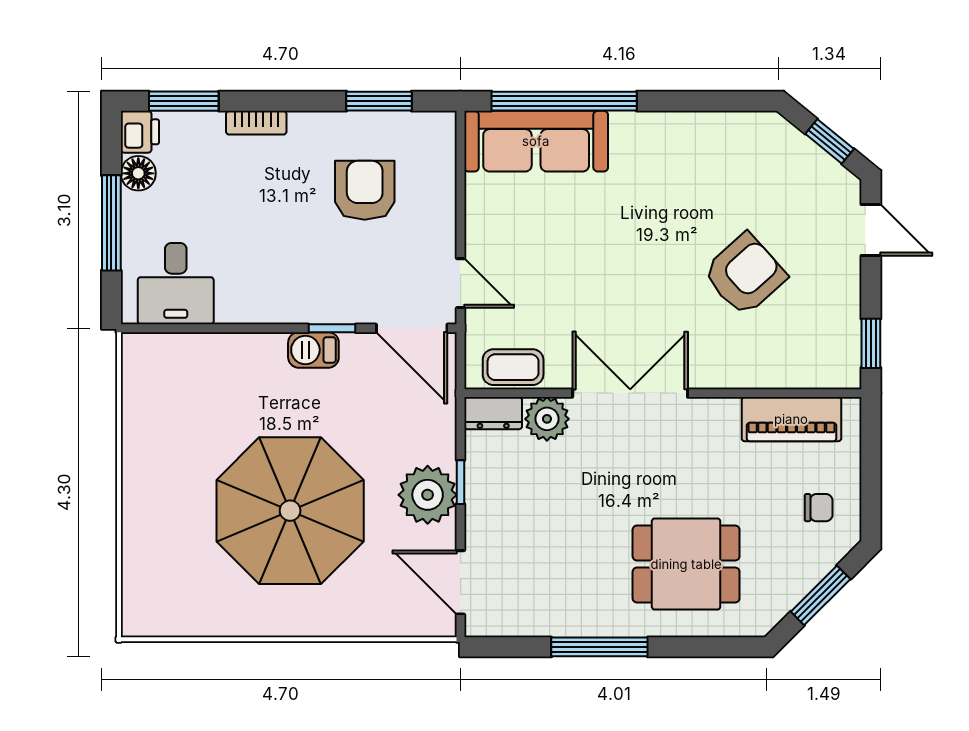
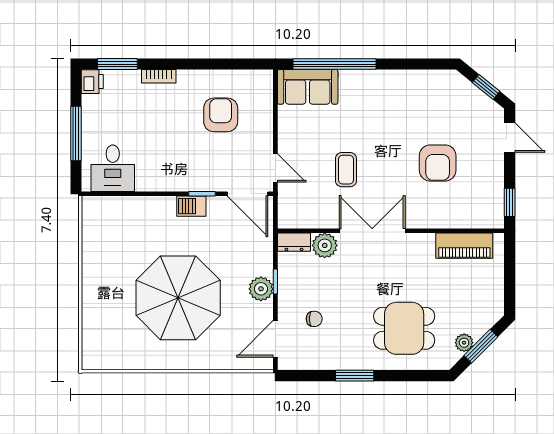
window: (379, 101) -> (229, 64), removed
sofa: (536, 141) -> (308, 87), width x0.73
floor lamp: (138, 173) -> (91, 105), removed
armchair: (745, 274) -> (438, 163), turned 132
coffee table: (513, 367) -> (346, 170), moved, turned 90
plant: (428, 495) -> (261, 289), width x0.73, depth x0.73
chair: (819, 508) -> (314, 319), moved
door: (461, 582) -> (275, 339), hinge flipped
plant: (791, 589) -> (464, 343), added
window: (599, 647) -> (355, 376), width x0.69

